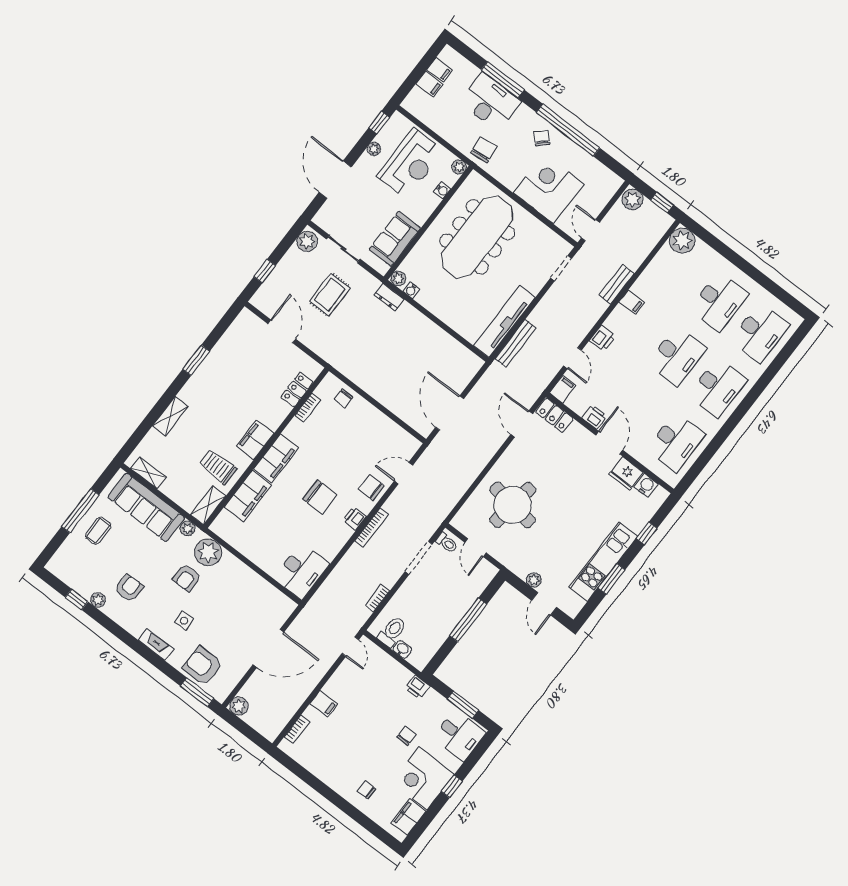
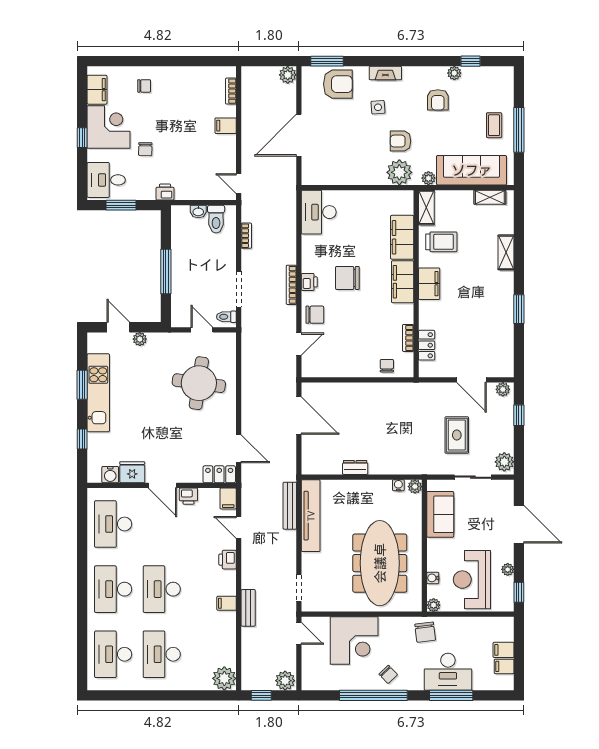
dresser: (389, 297) -> (355, 467), moved
plant: (262, 303) -> (503, 389), added
armchair: (187, 578) -> (401, 141), turned -90

